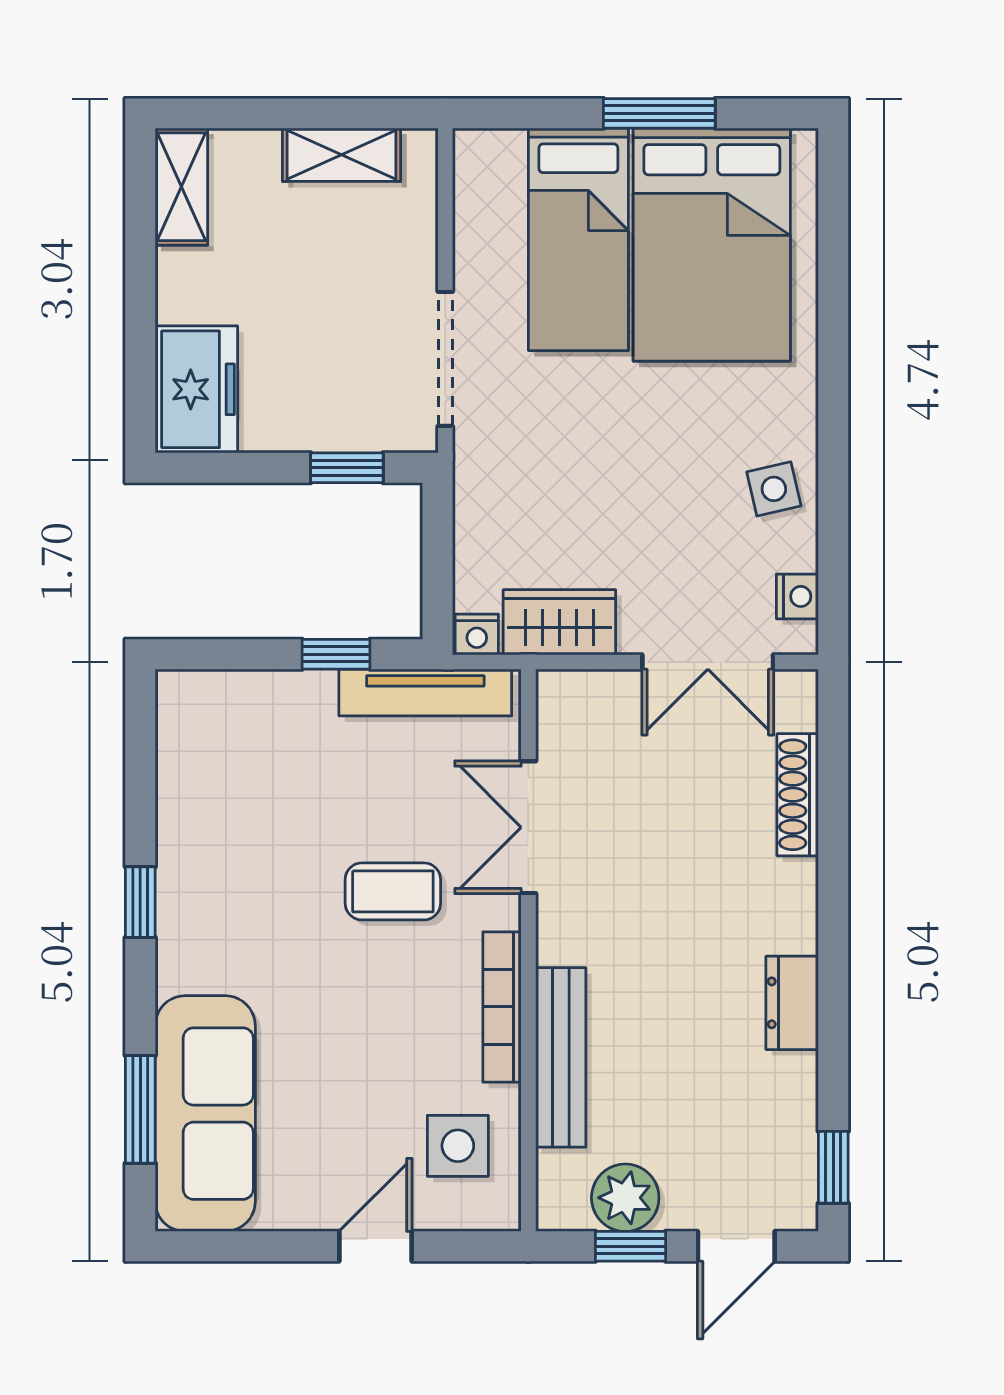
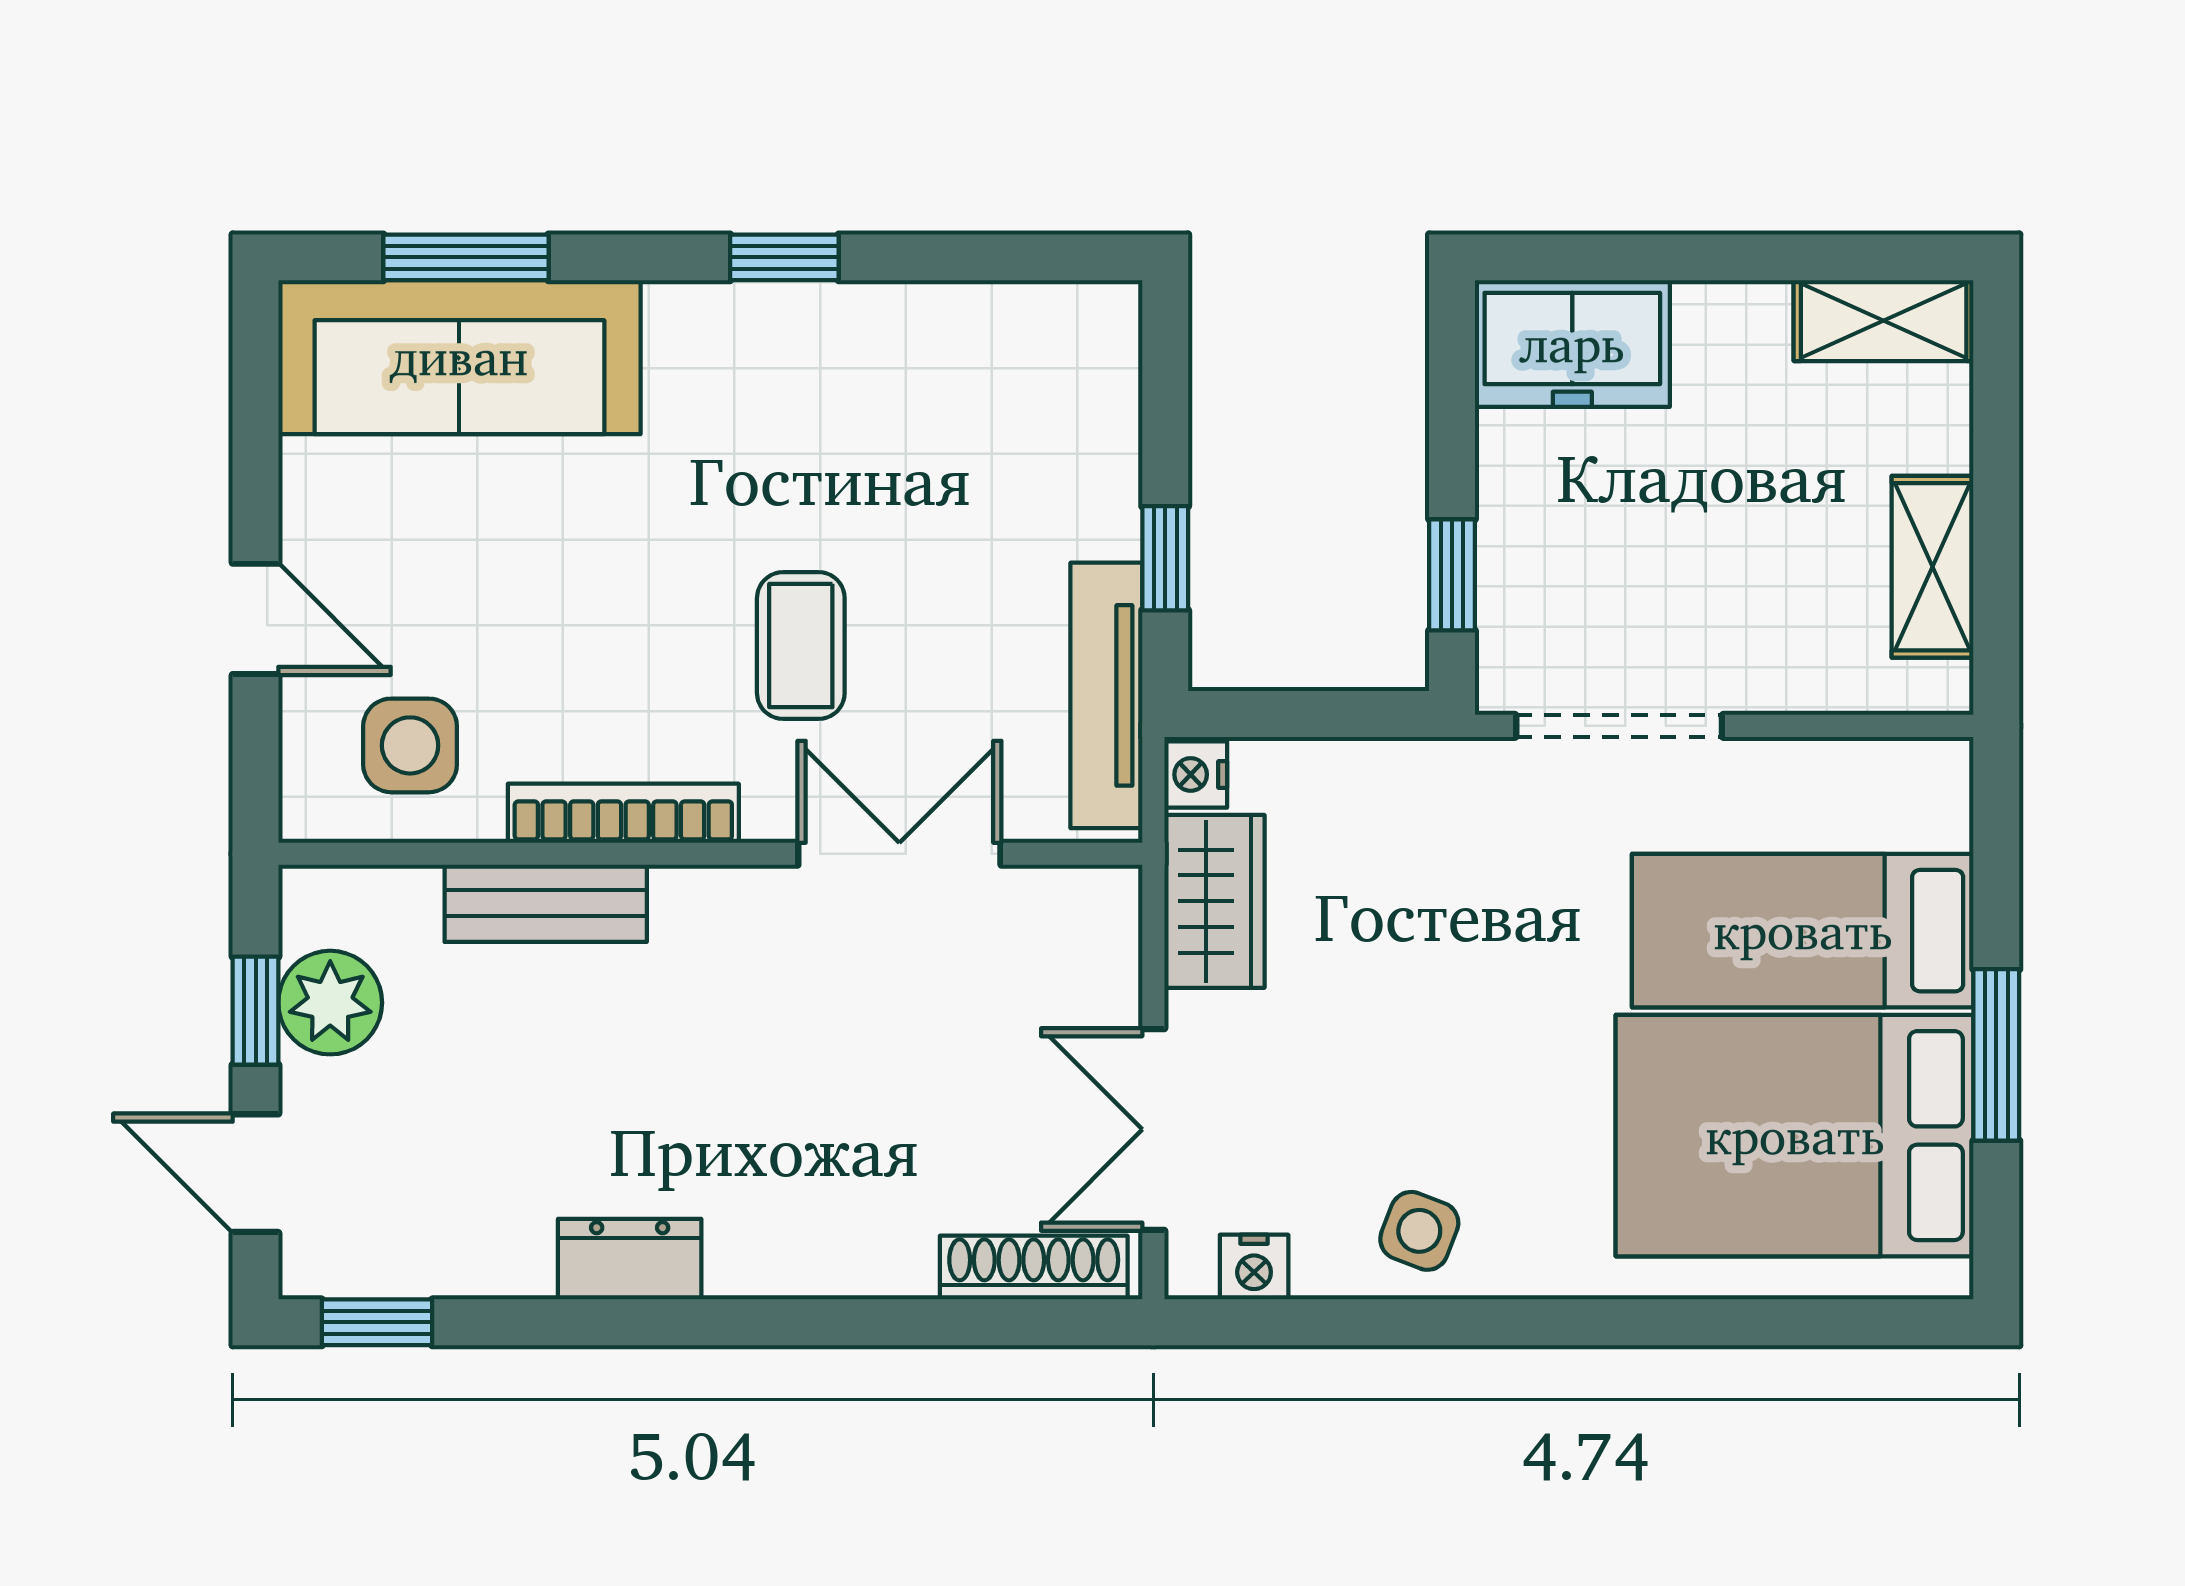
side table: (774, 489) -> (1419, 1231), turned 34
shoe rack: (798, 795) -> (1034, 1268), moved
bench: (561, 1057) -> (546, 903), width x0.73

